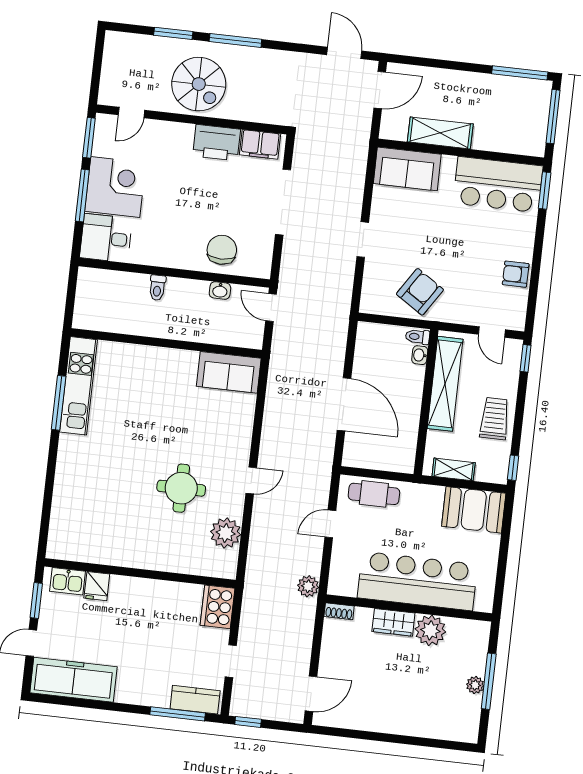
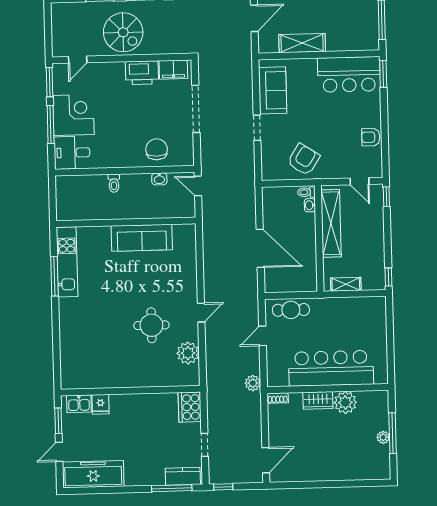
sofa: (407, 169) -> (273, 90), moved, turned -90
sofa: (229, 372) -> (142, 238), moved, width x1.36
trolley: (495, 419) -> (370, 243), removed
booth: (474, 510) -> (364, 311), removed

